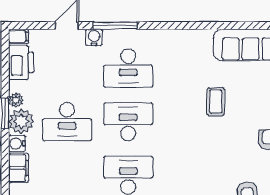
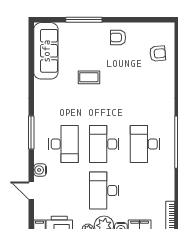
window: (115, 26) -> (31, 133), moved
desk: (67, 122) -> (104, 191), turned 180

